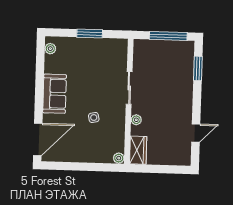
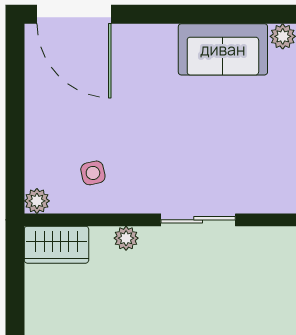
sofa: (55, 94) -> (223, 49), moved
side table: (94, 118) -> (93, 173), moved

